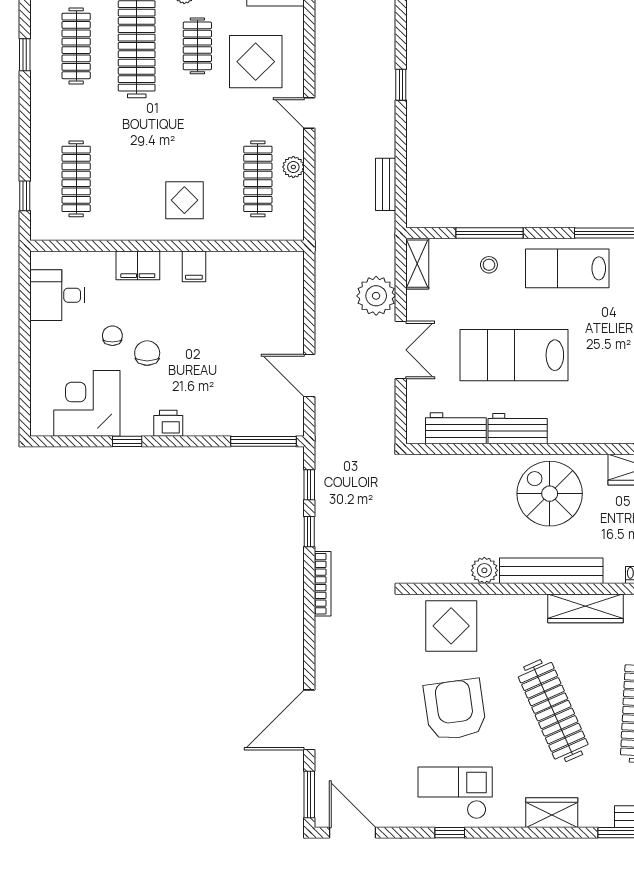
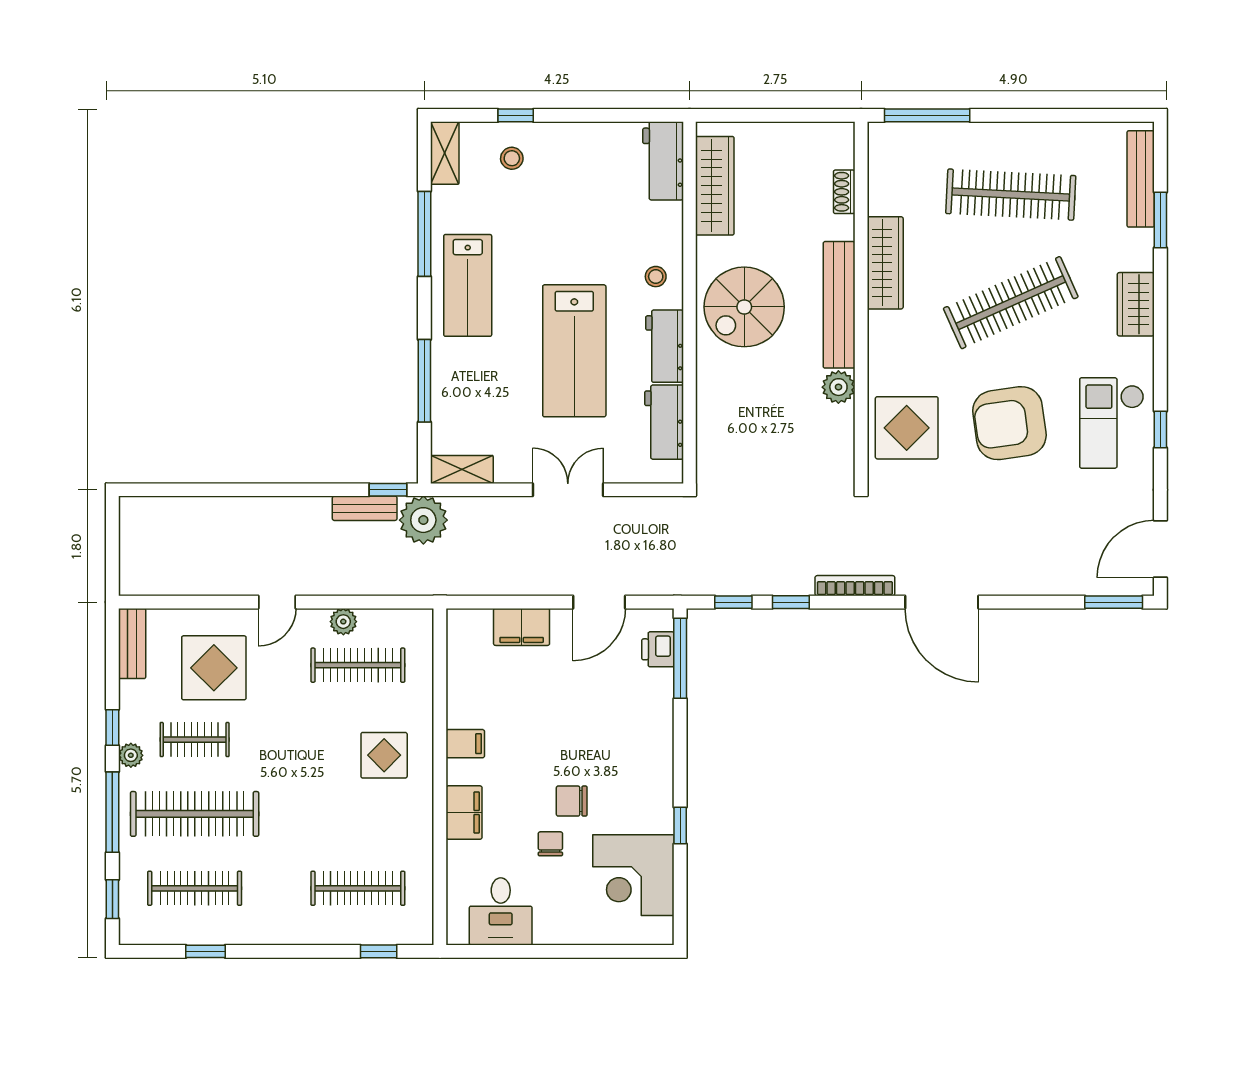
window: (401, 85) -> (388, 490), moved
stool: (489, 265) -> (656, 277), moved
plant: (376, 296) -> (423, 520), moved
filing cabinet: (289, 312) -> (522, 627), added
chair: (112, 336) -> (550, 844), turned 90
printer: (168, 423) -> (658, 649), moved
door: (309, 720) -> (942, 602), moved

